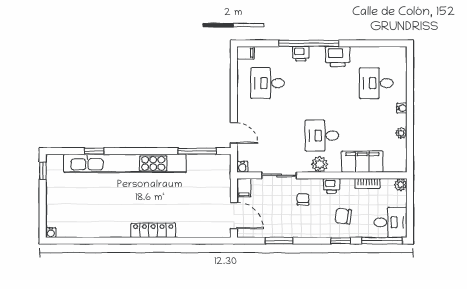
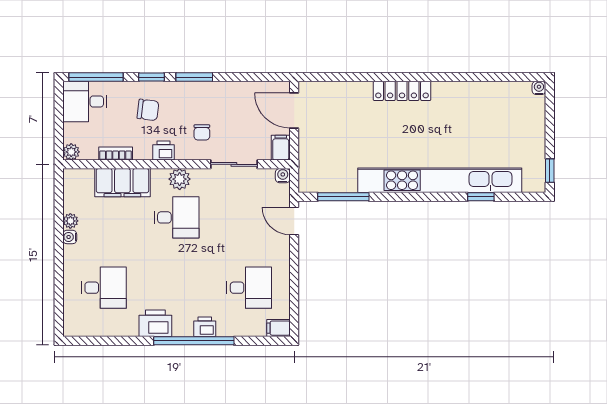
water cooler: (402, 108) -> (70, 237), moved
window: (279, 241) -> (194, 77), moved

